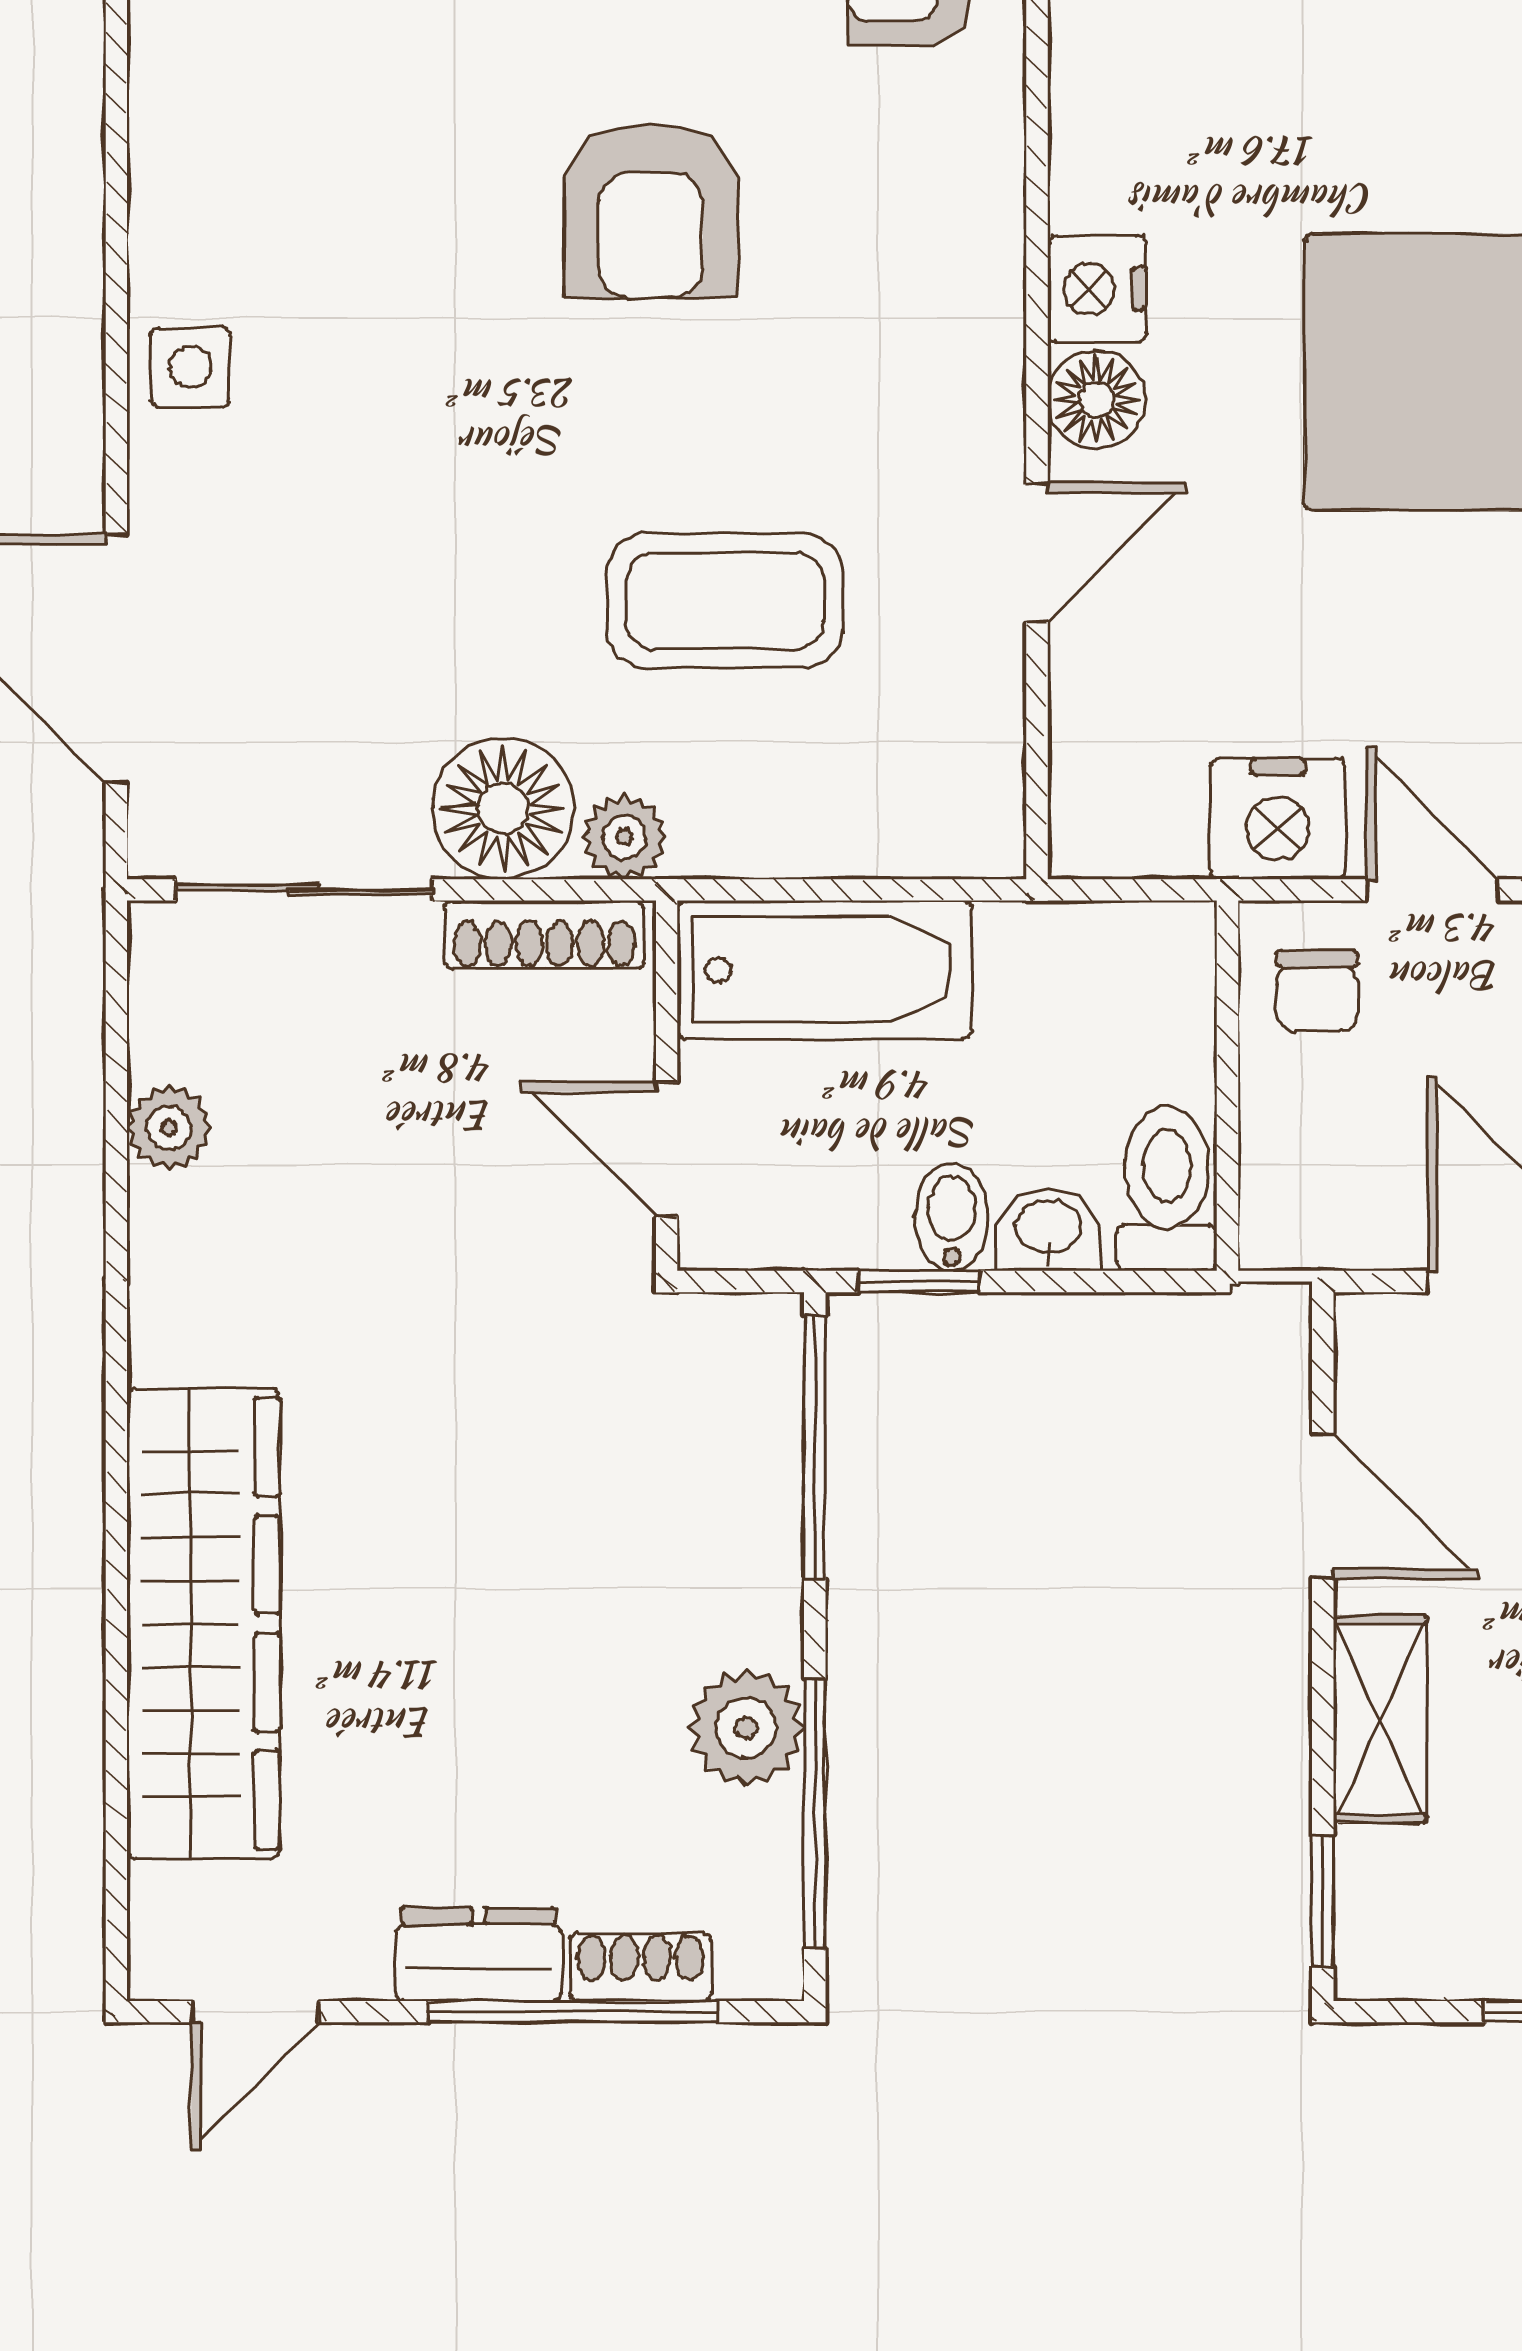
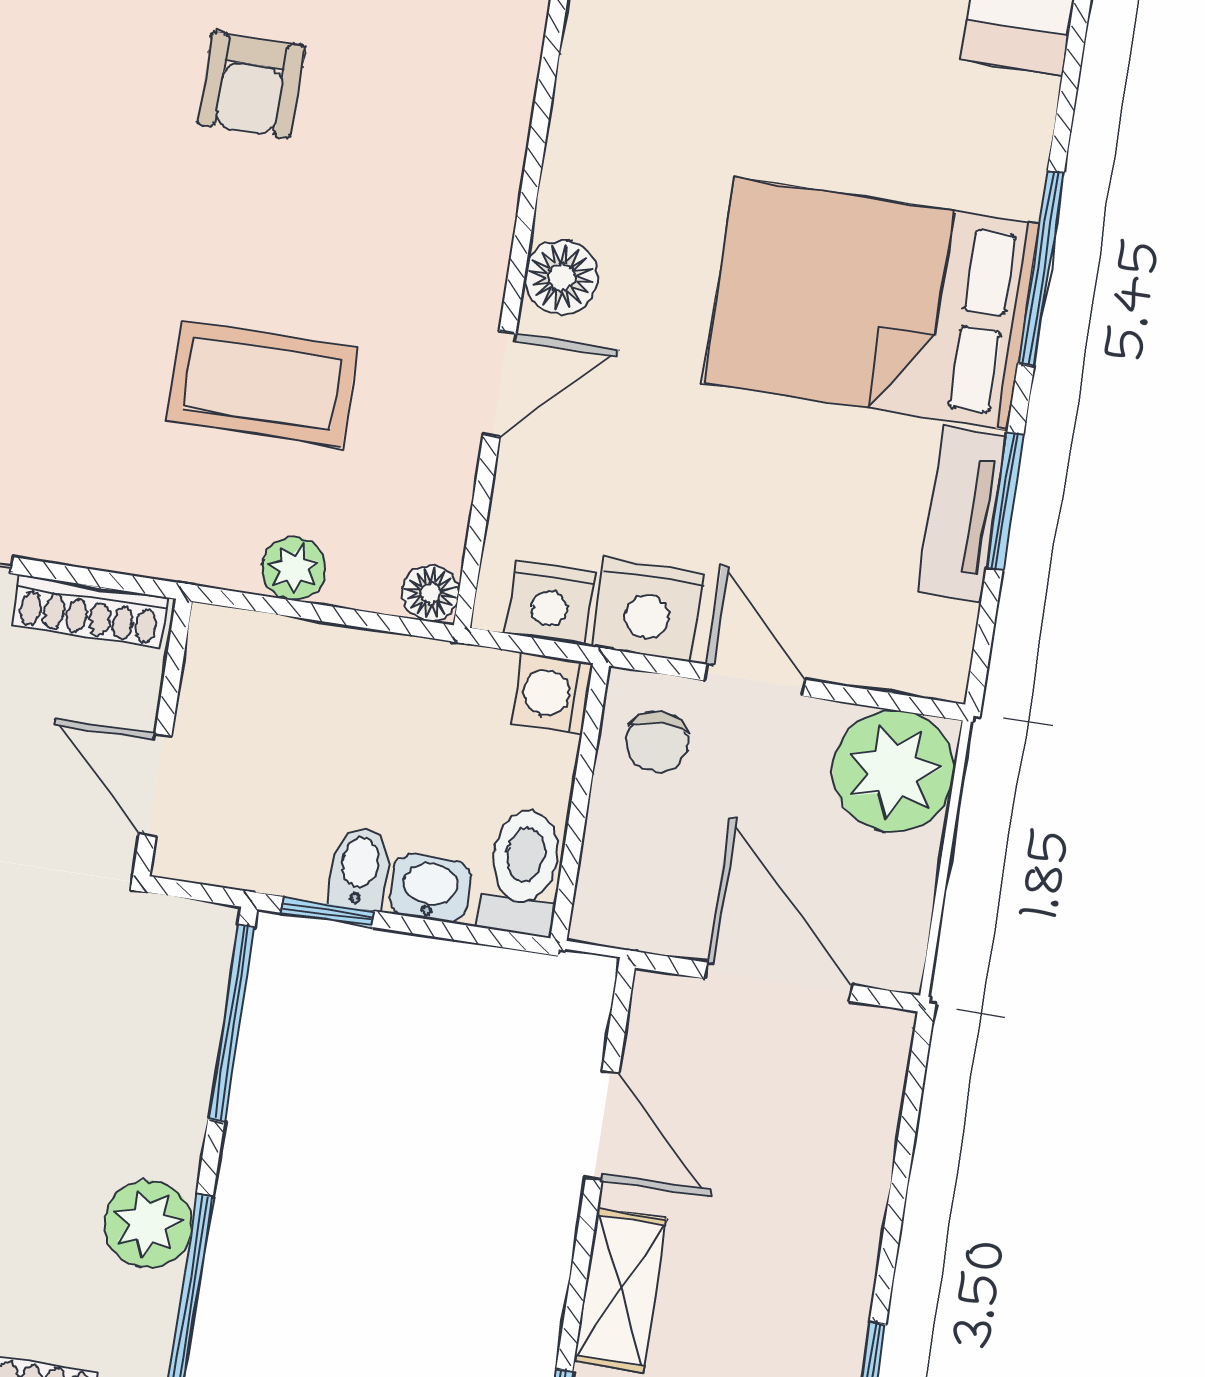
armchair: (650, 211) -> (251, 85), width x0.72, depth x0.72
nightstand: (1097, 289) -> (550, 603), moved, turned -90
floor lamp: (503, 808) -> (430, 593), moved, width x0.53, depth x0.53
plant: (624, 837) -> (293, 569), moved
washing machine: (1169, 949) -> (552, 693), added
bathtub: (824, 970) -> (293, 670), removed

